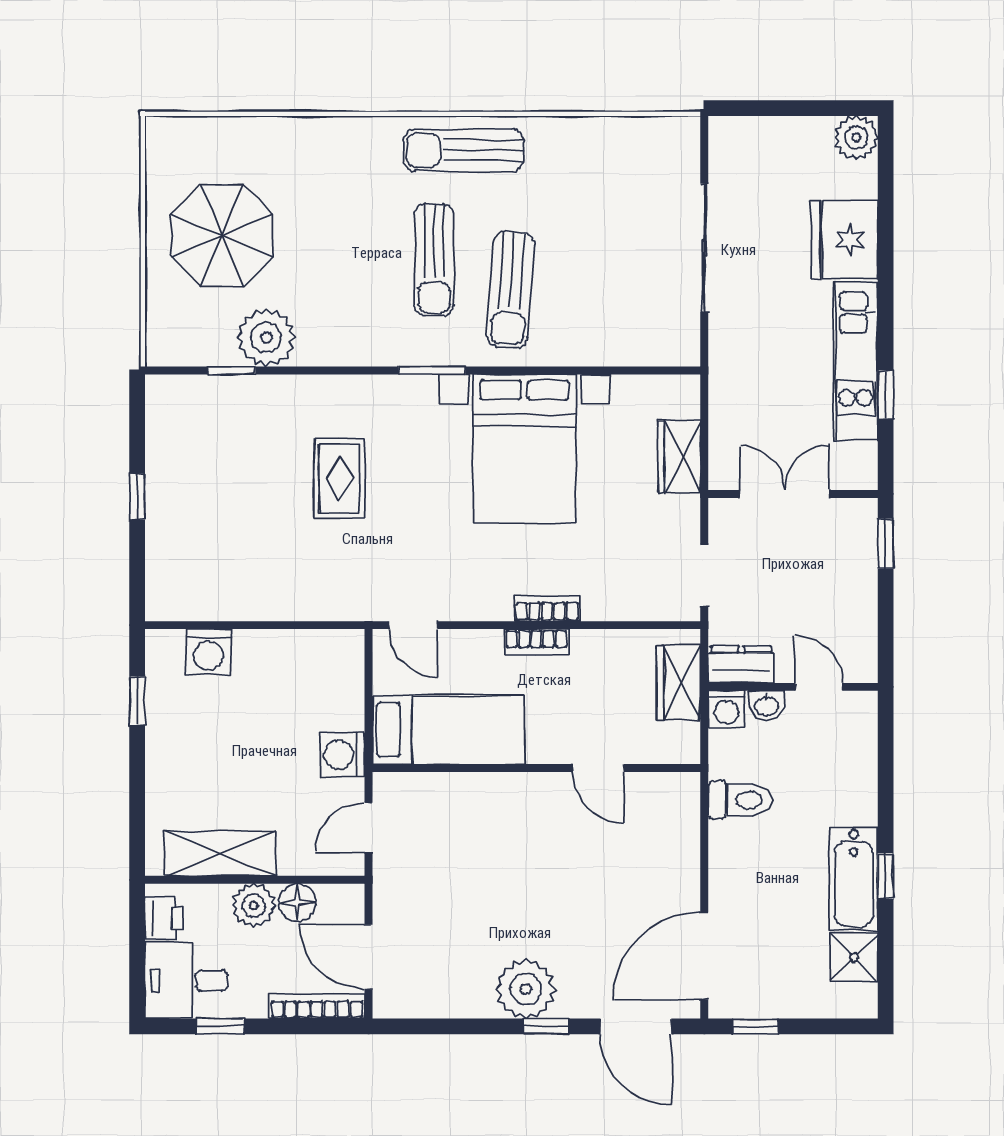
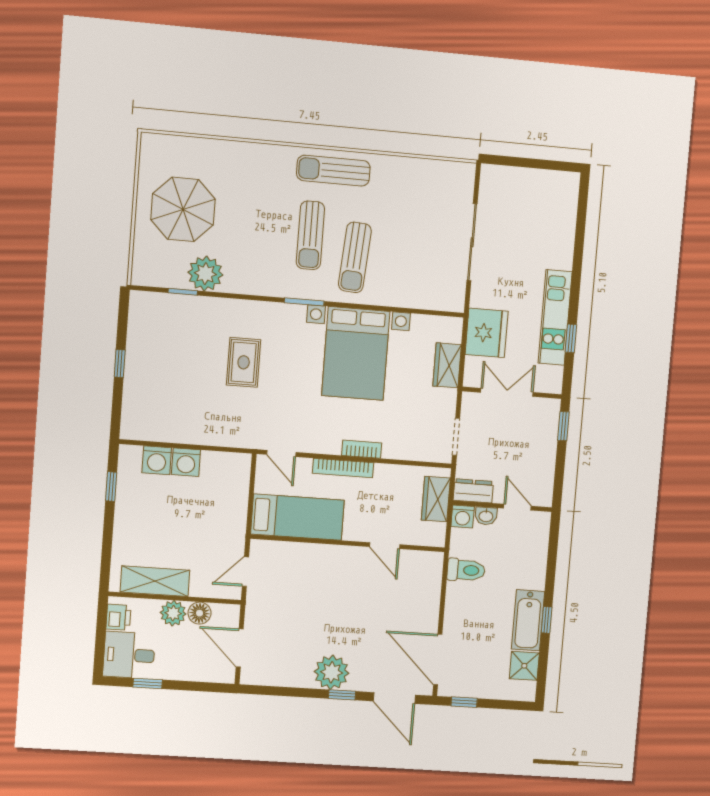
plant: (856, 138) -> (567, 184), removed
fridge: (845, 240) -> (487, 333), moved, turned 180
bookcase: (536, 642) -> (343, 468), width x1.56
washing machine: (342, 755) -> (186, 462), moved, turned -90
door: (704, 956) -> (438, 660), hinge flipped
bookcase: (317, 1006) -> (207, 675), removed

